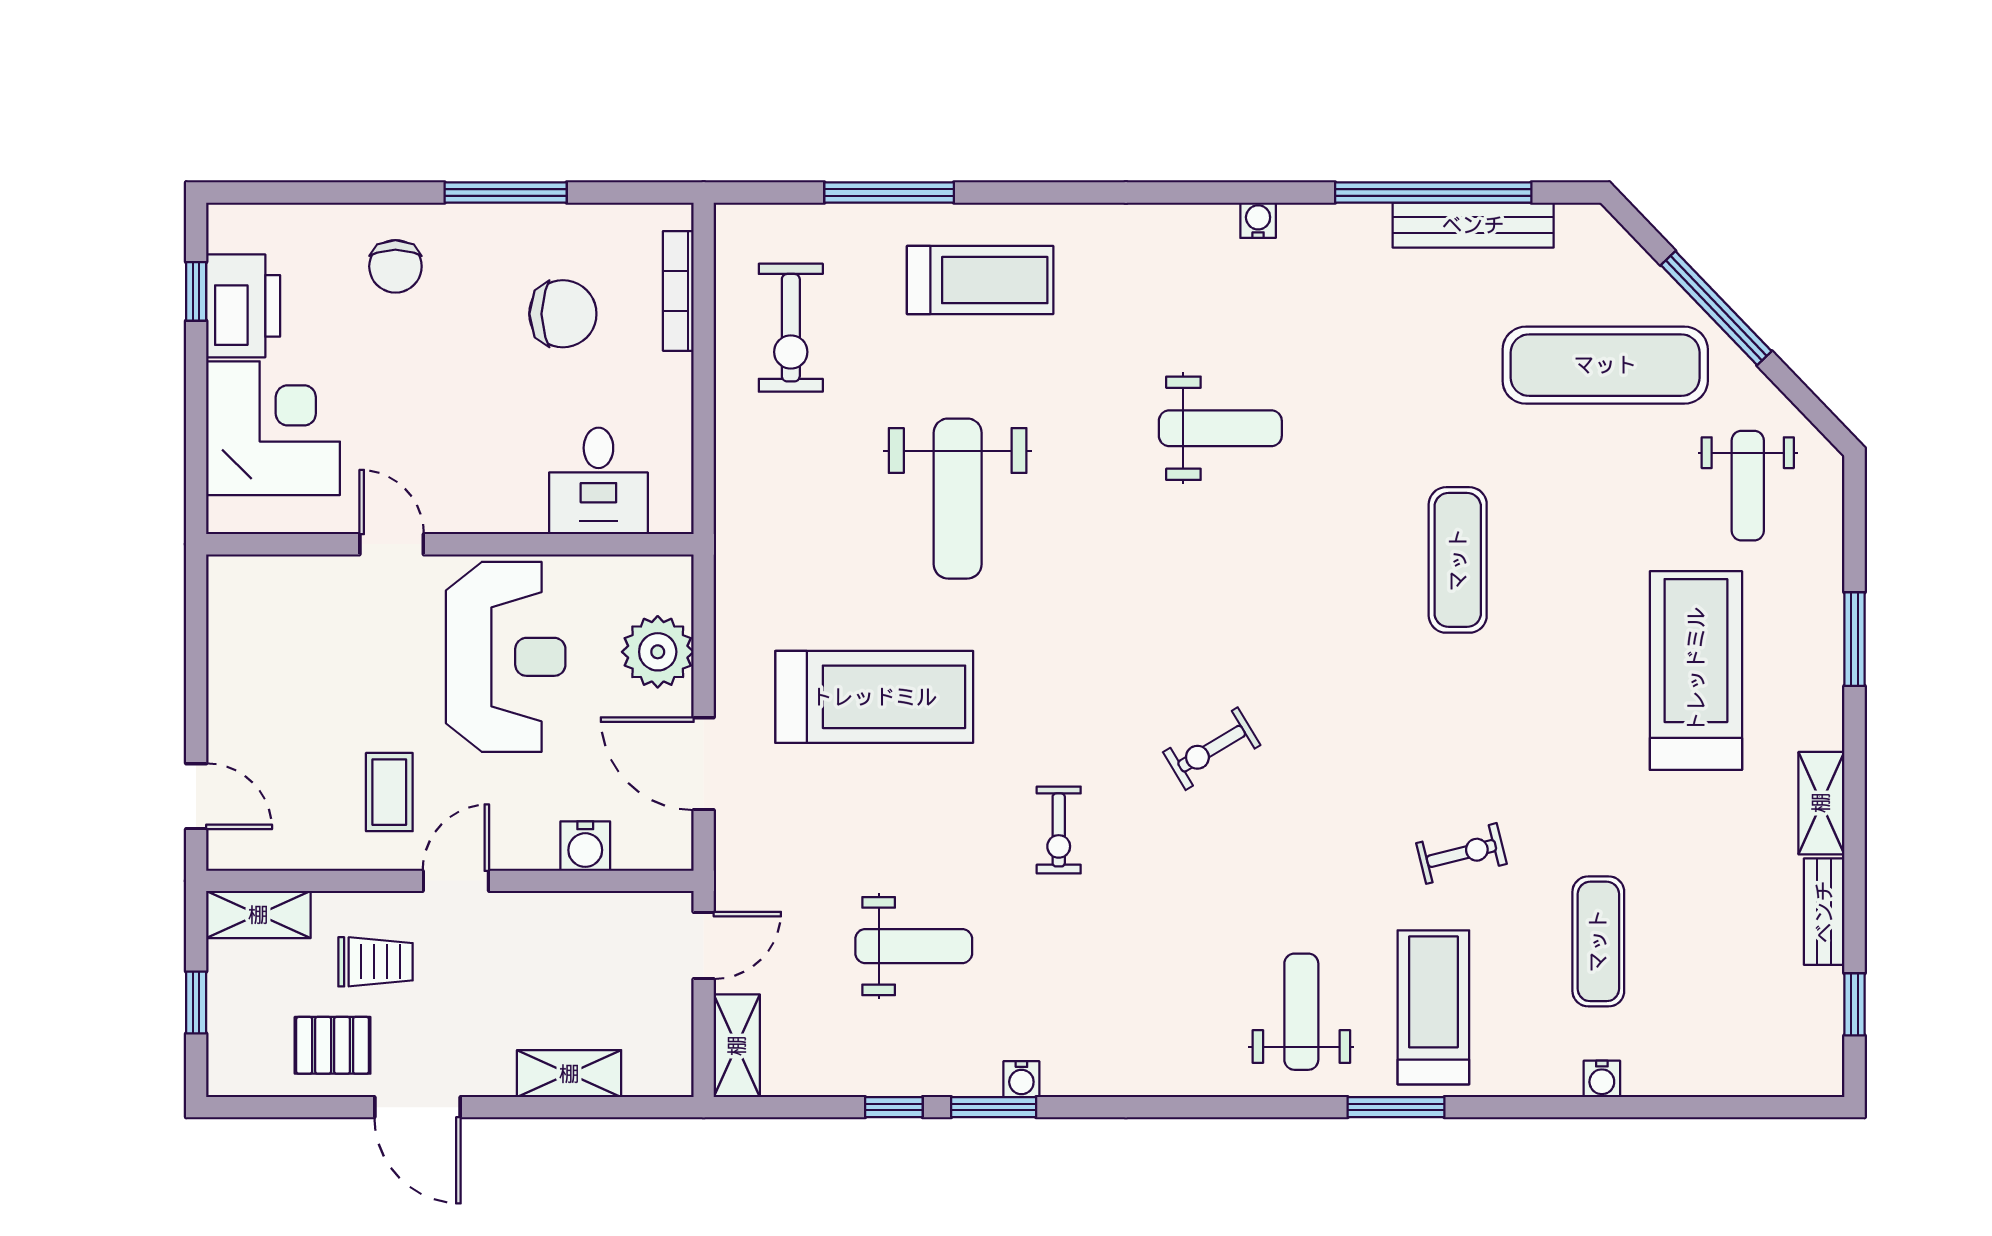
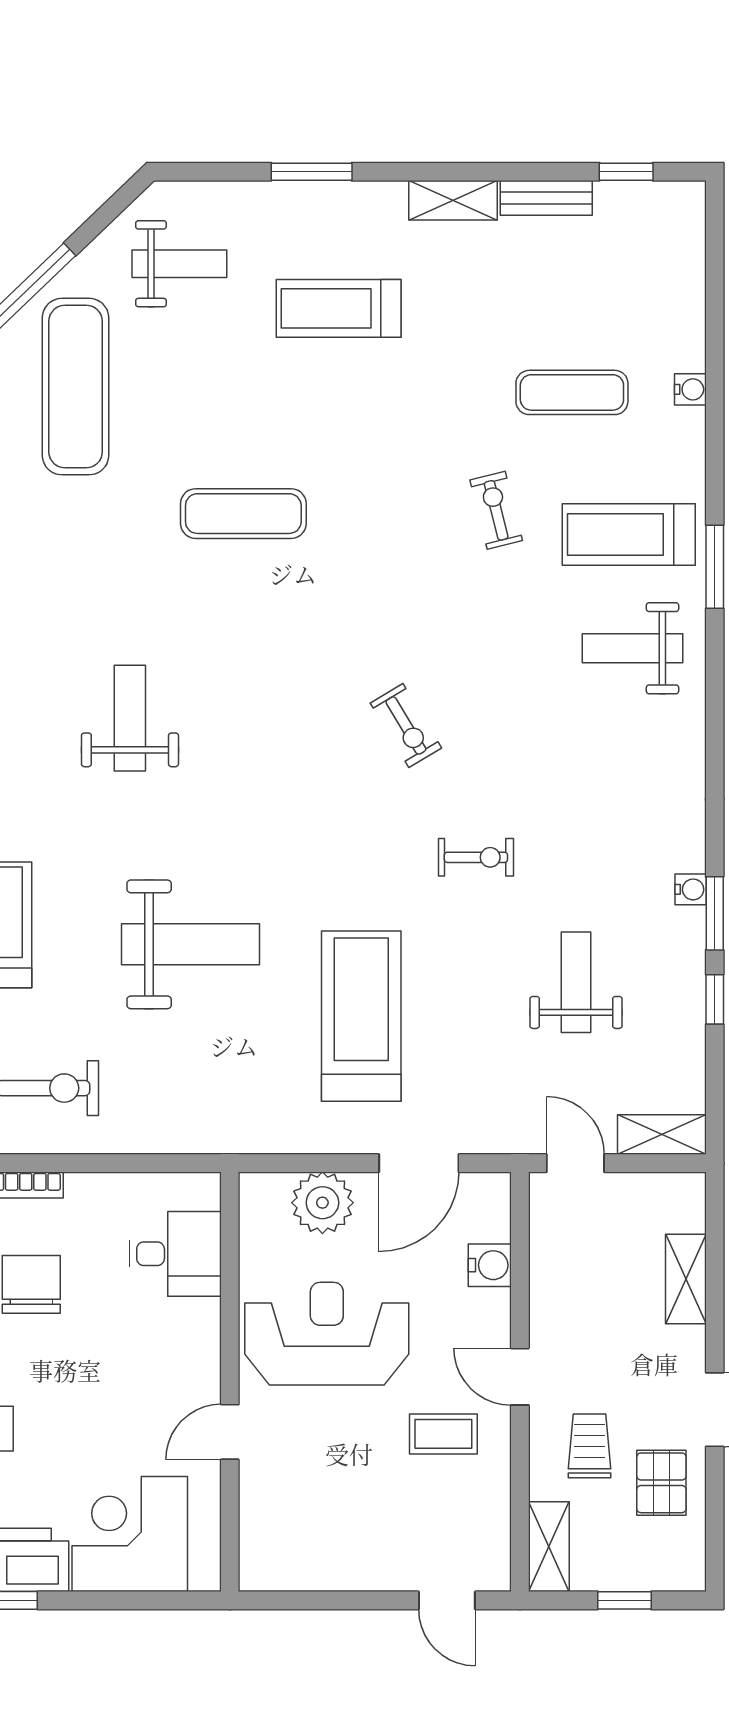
treadmill: (1696, 670) -> (339, 308), width x0.73, depth x0.73
door: (196, 796) -> (447, 1600), swing flipped

